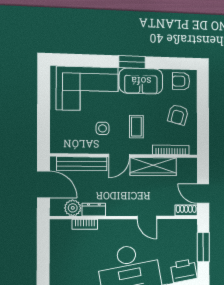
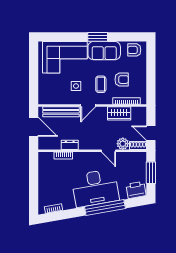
armchair: (178, 115) -> (122, 80), moved, turned -105
wardrobe: (153, 167) -> (119, 113), width x0.67
plant: (73, 208) -> (123, 144), moved

